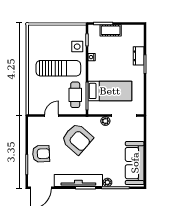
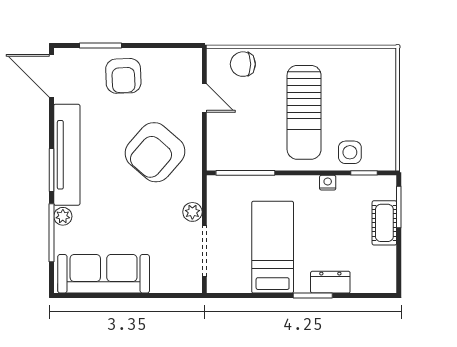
bed: (110, 91) -> (273, 247), moved, turned 180
cafe table: (75, 95) -> (248, 148), removed
chair: (35, 97) -> (243, 64), added

